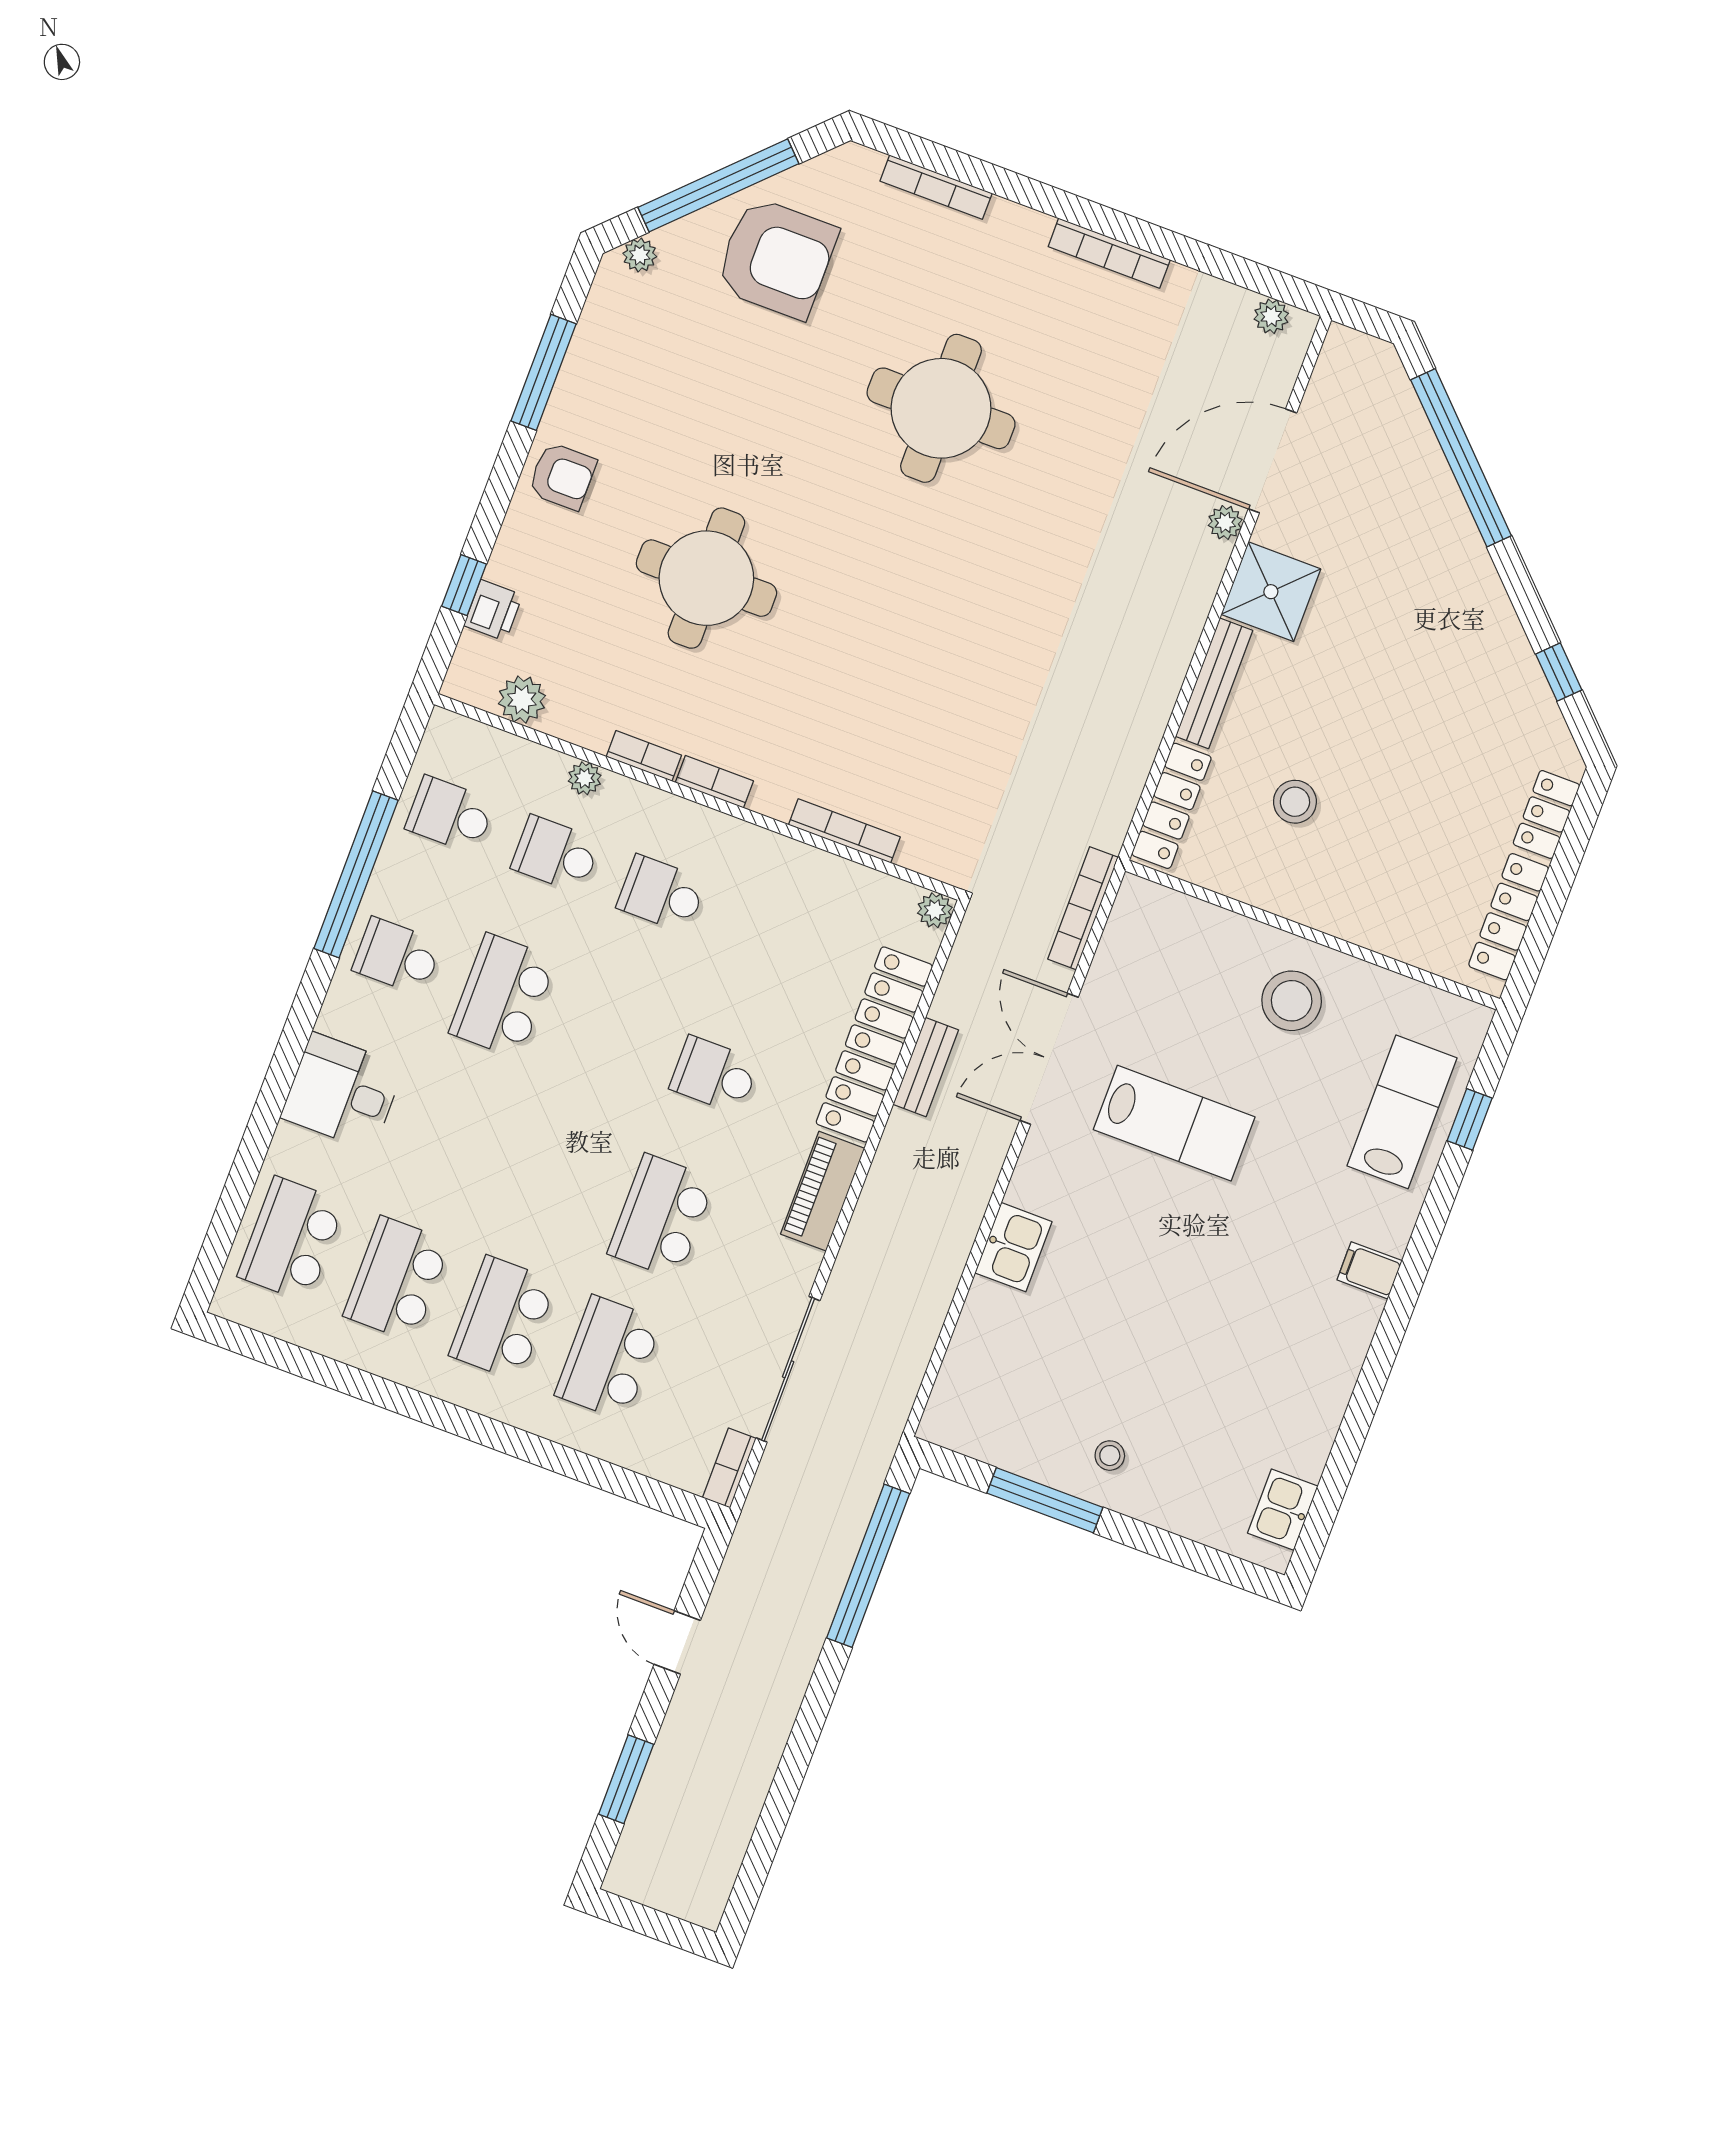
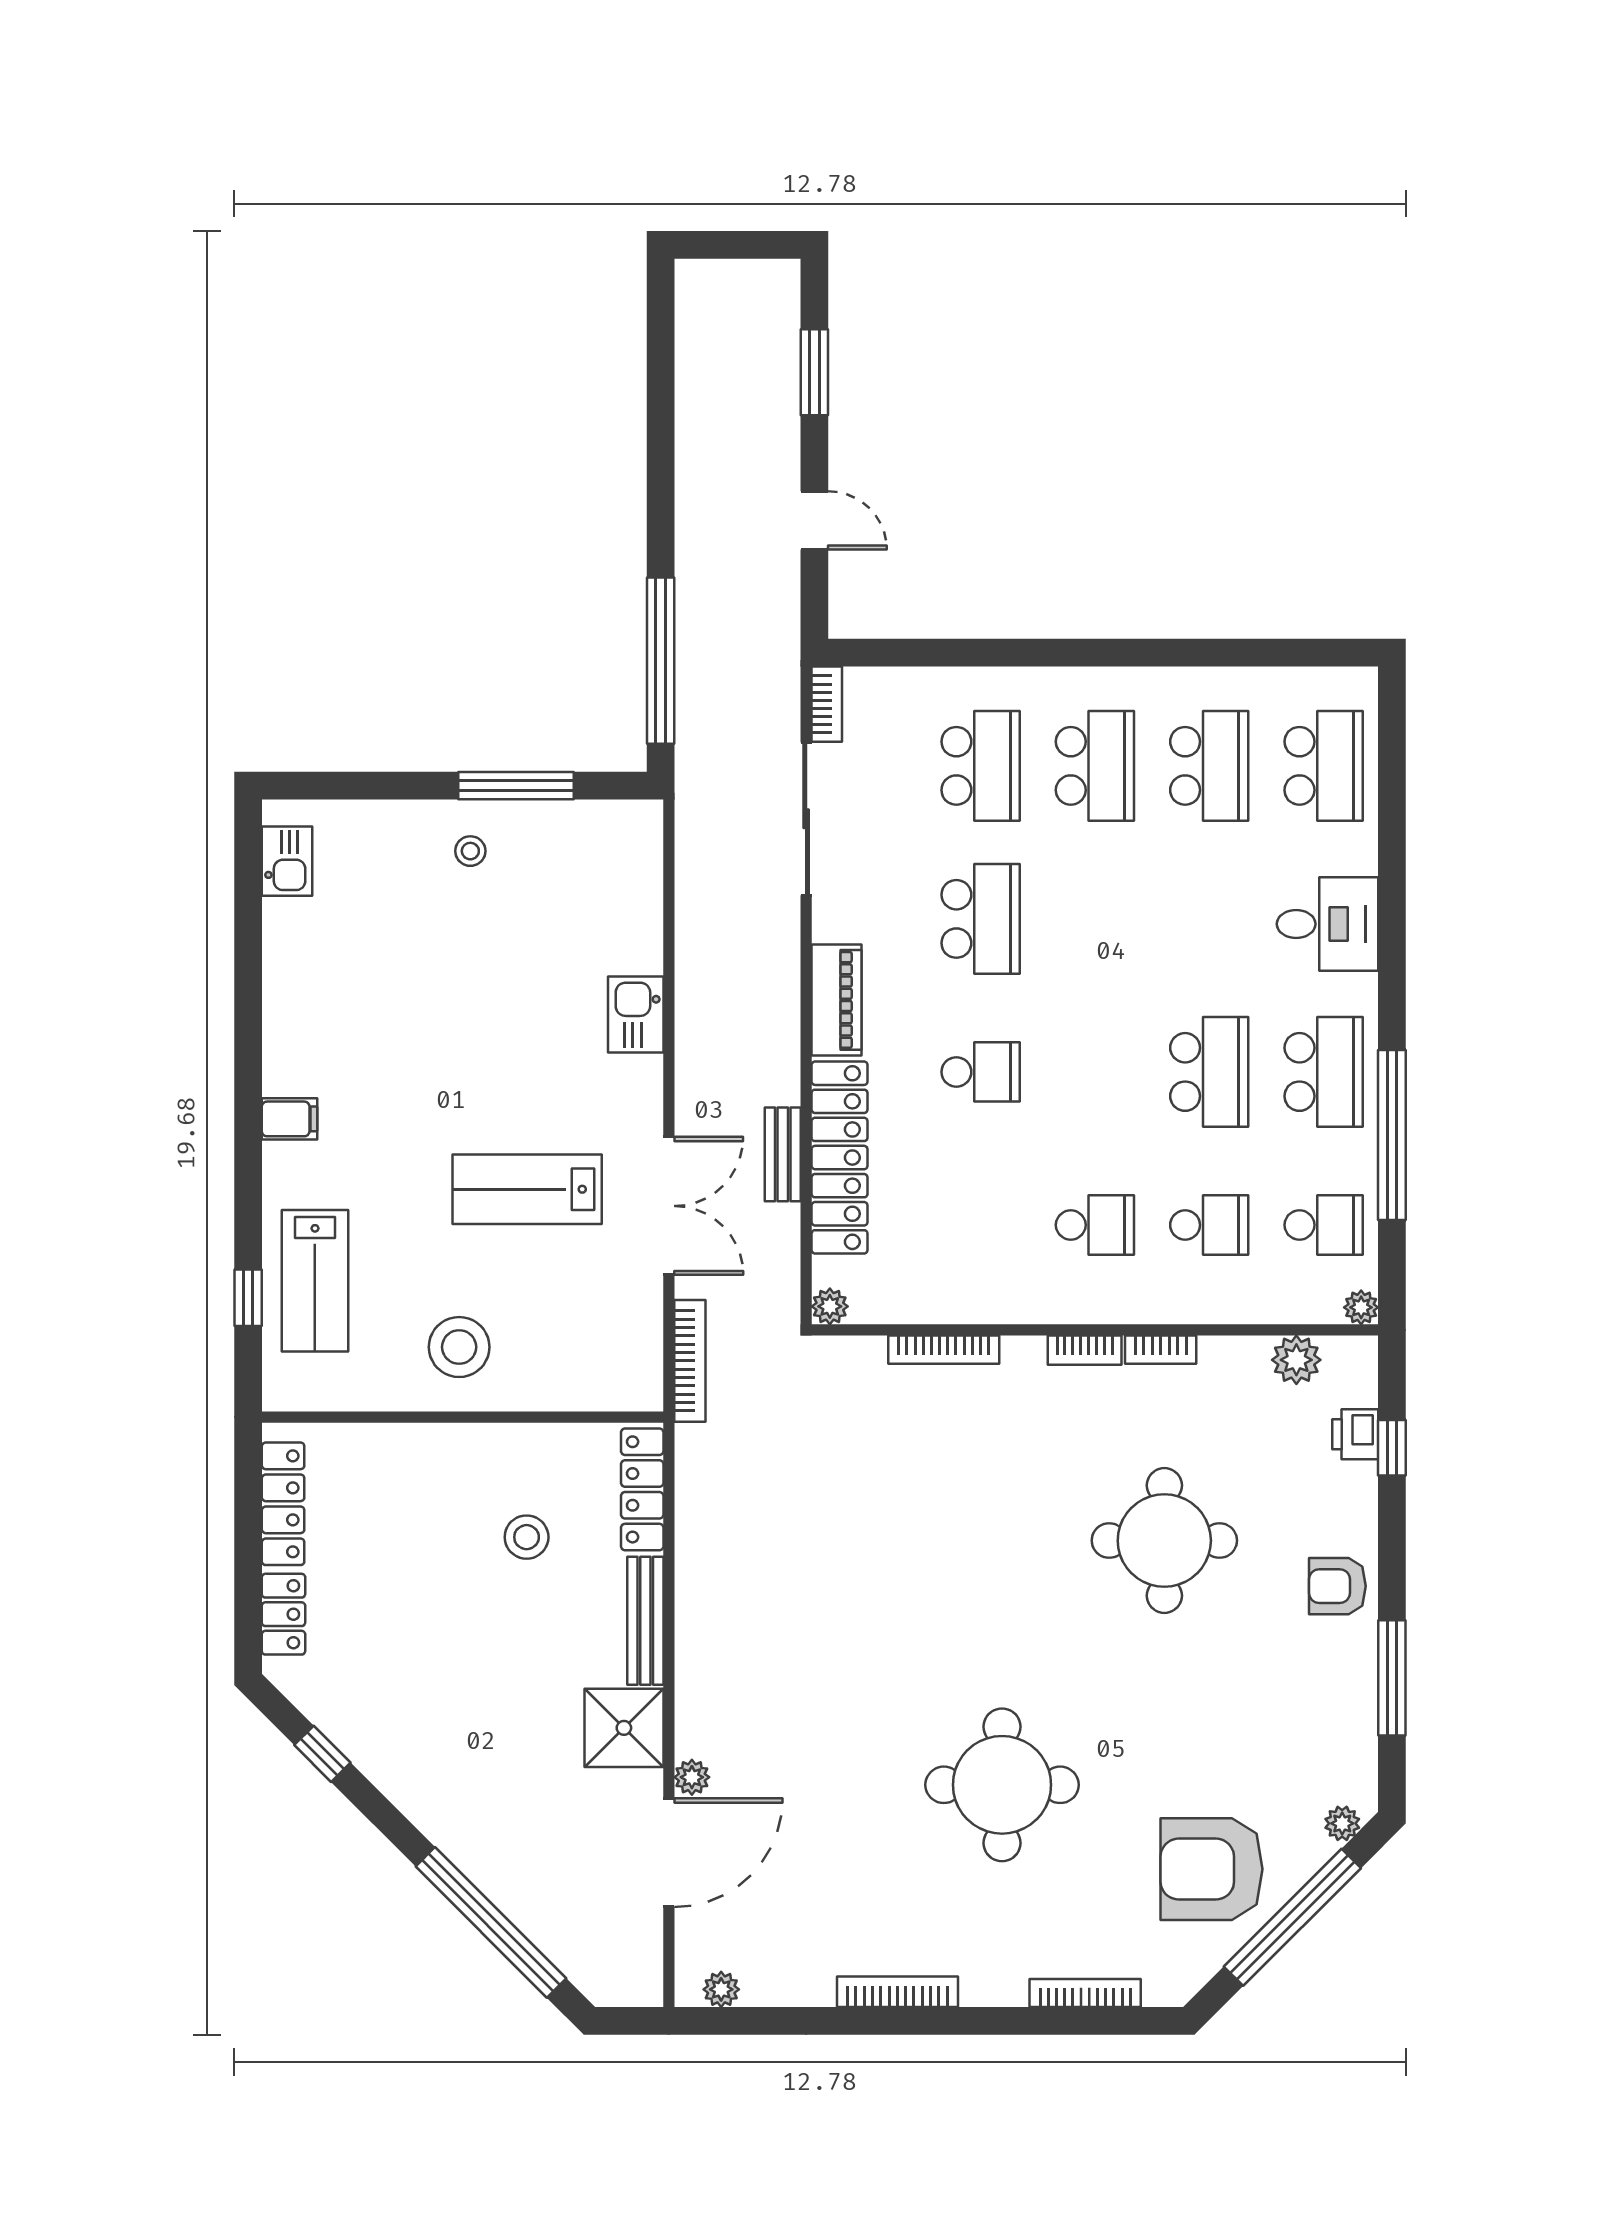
plant: (585, 778) -> (1361, 1307), moved
school desk: (397, 956) -> (1324, 1072), width x1.85

